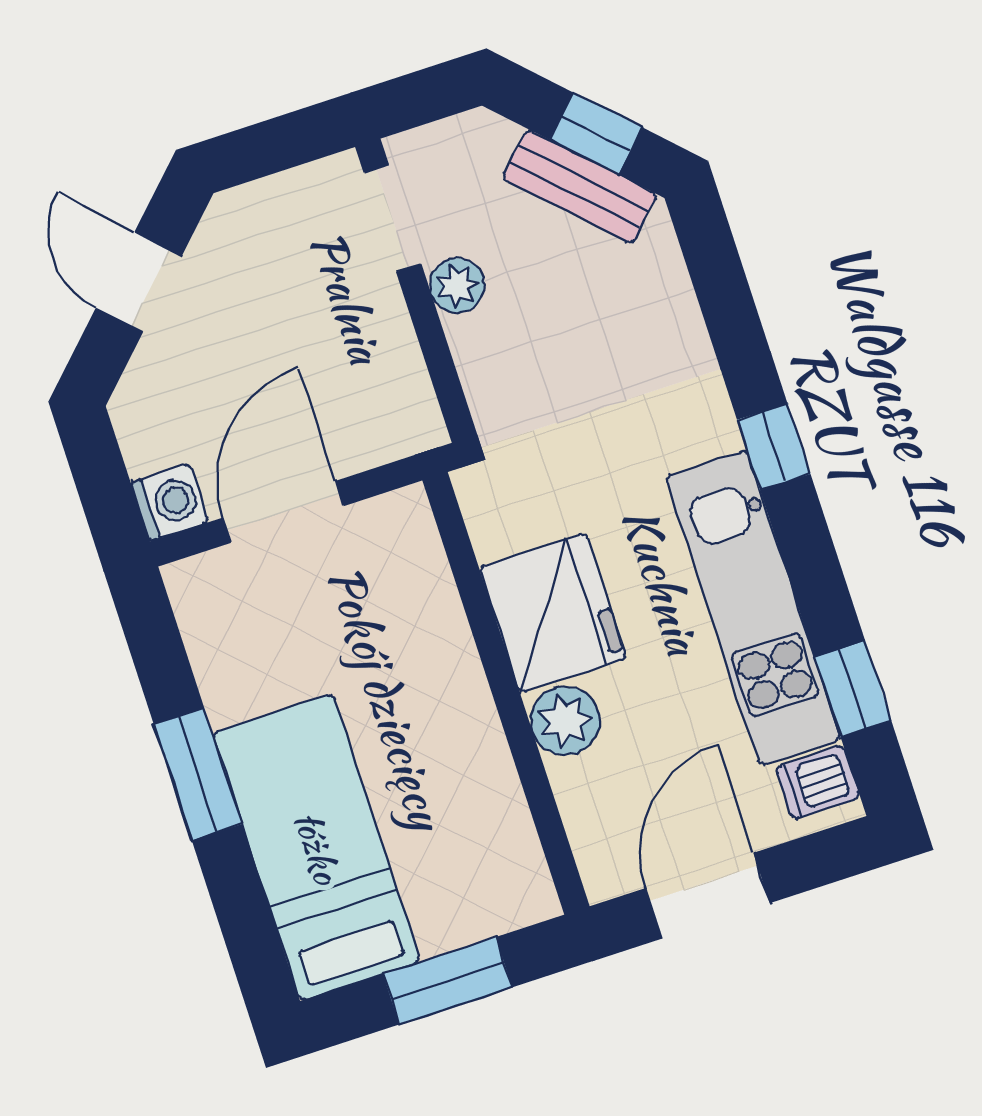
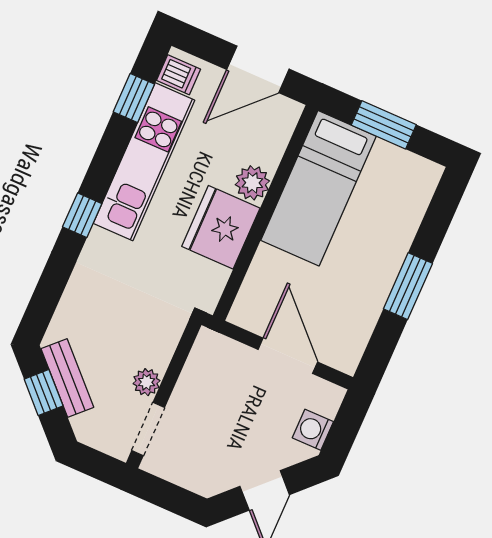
washing machine: (170, 502) -> (313, 430), moved
door: (283, 512) -> (288, 356), swing flipped
bed: (317, 847) -> (318, 188), moved

